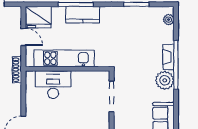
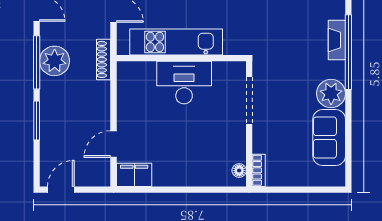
plant: (165, 80) -> (331, 94), moved
desk: (53, 85) -> (184, 83), moved

